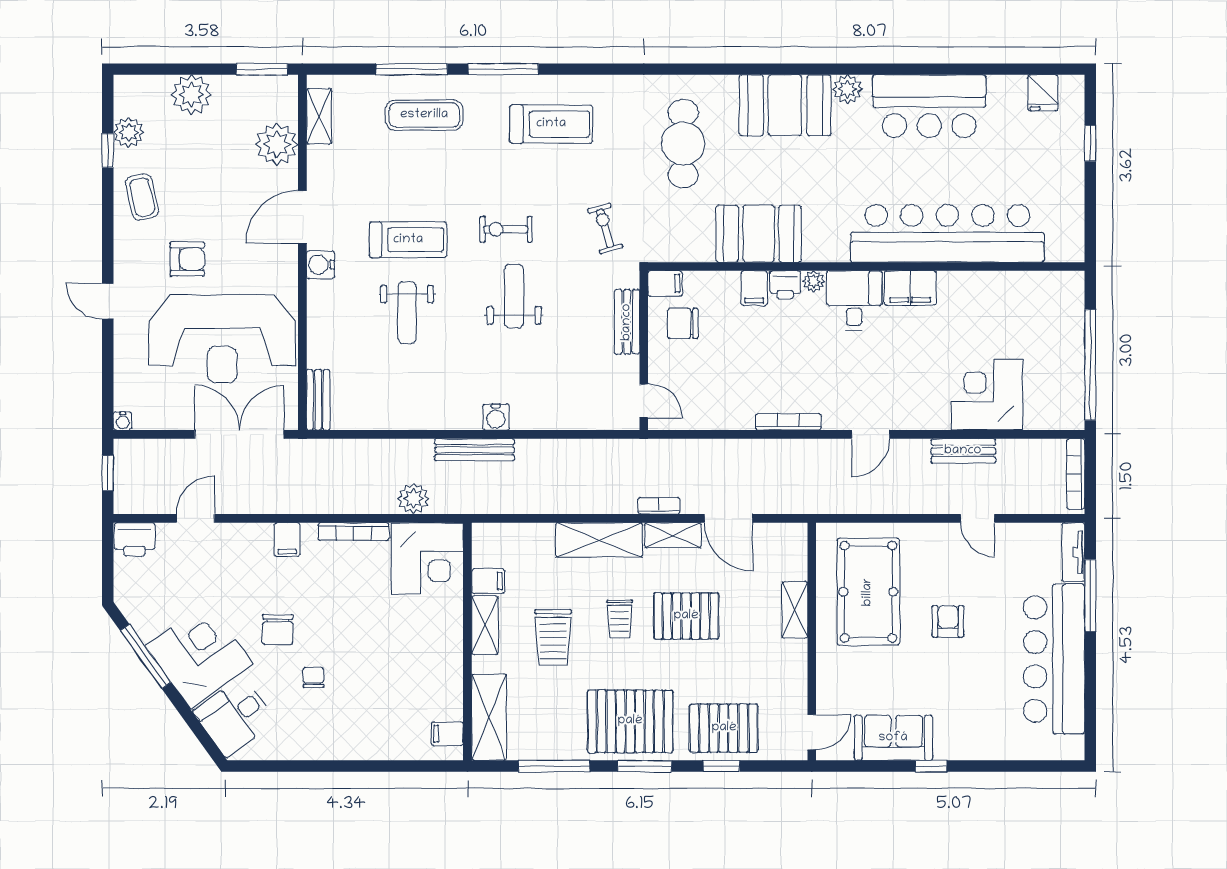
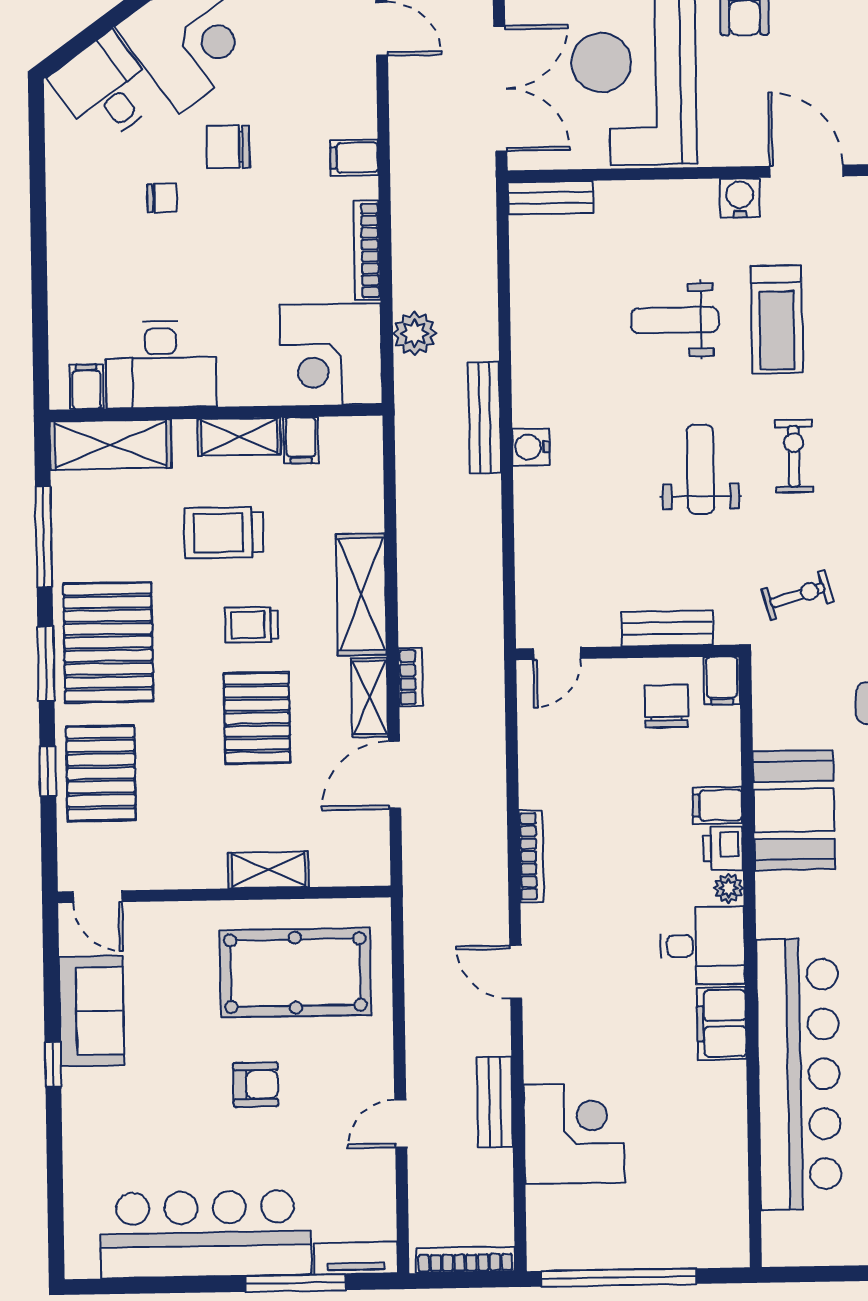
weight bench: (514, 296) -> (700, 469), turned -90
desk: (432, 680) -> (161, 365), added

